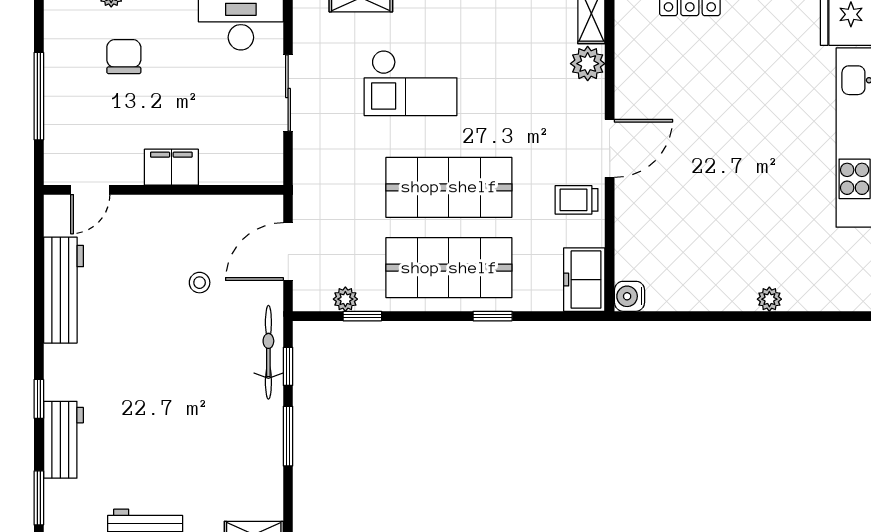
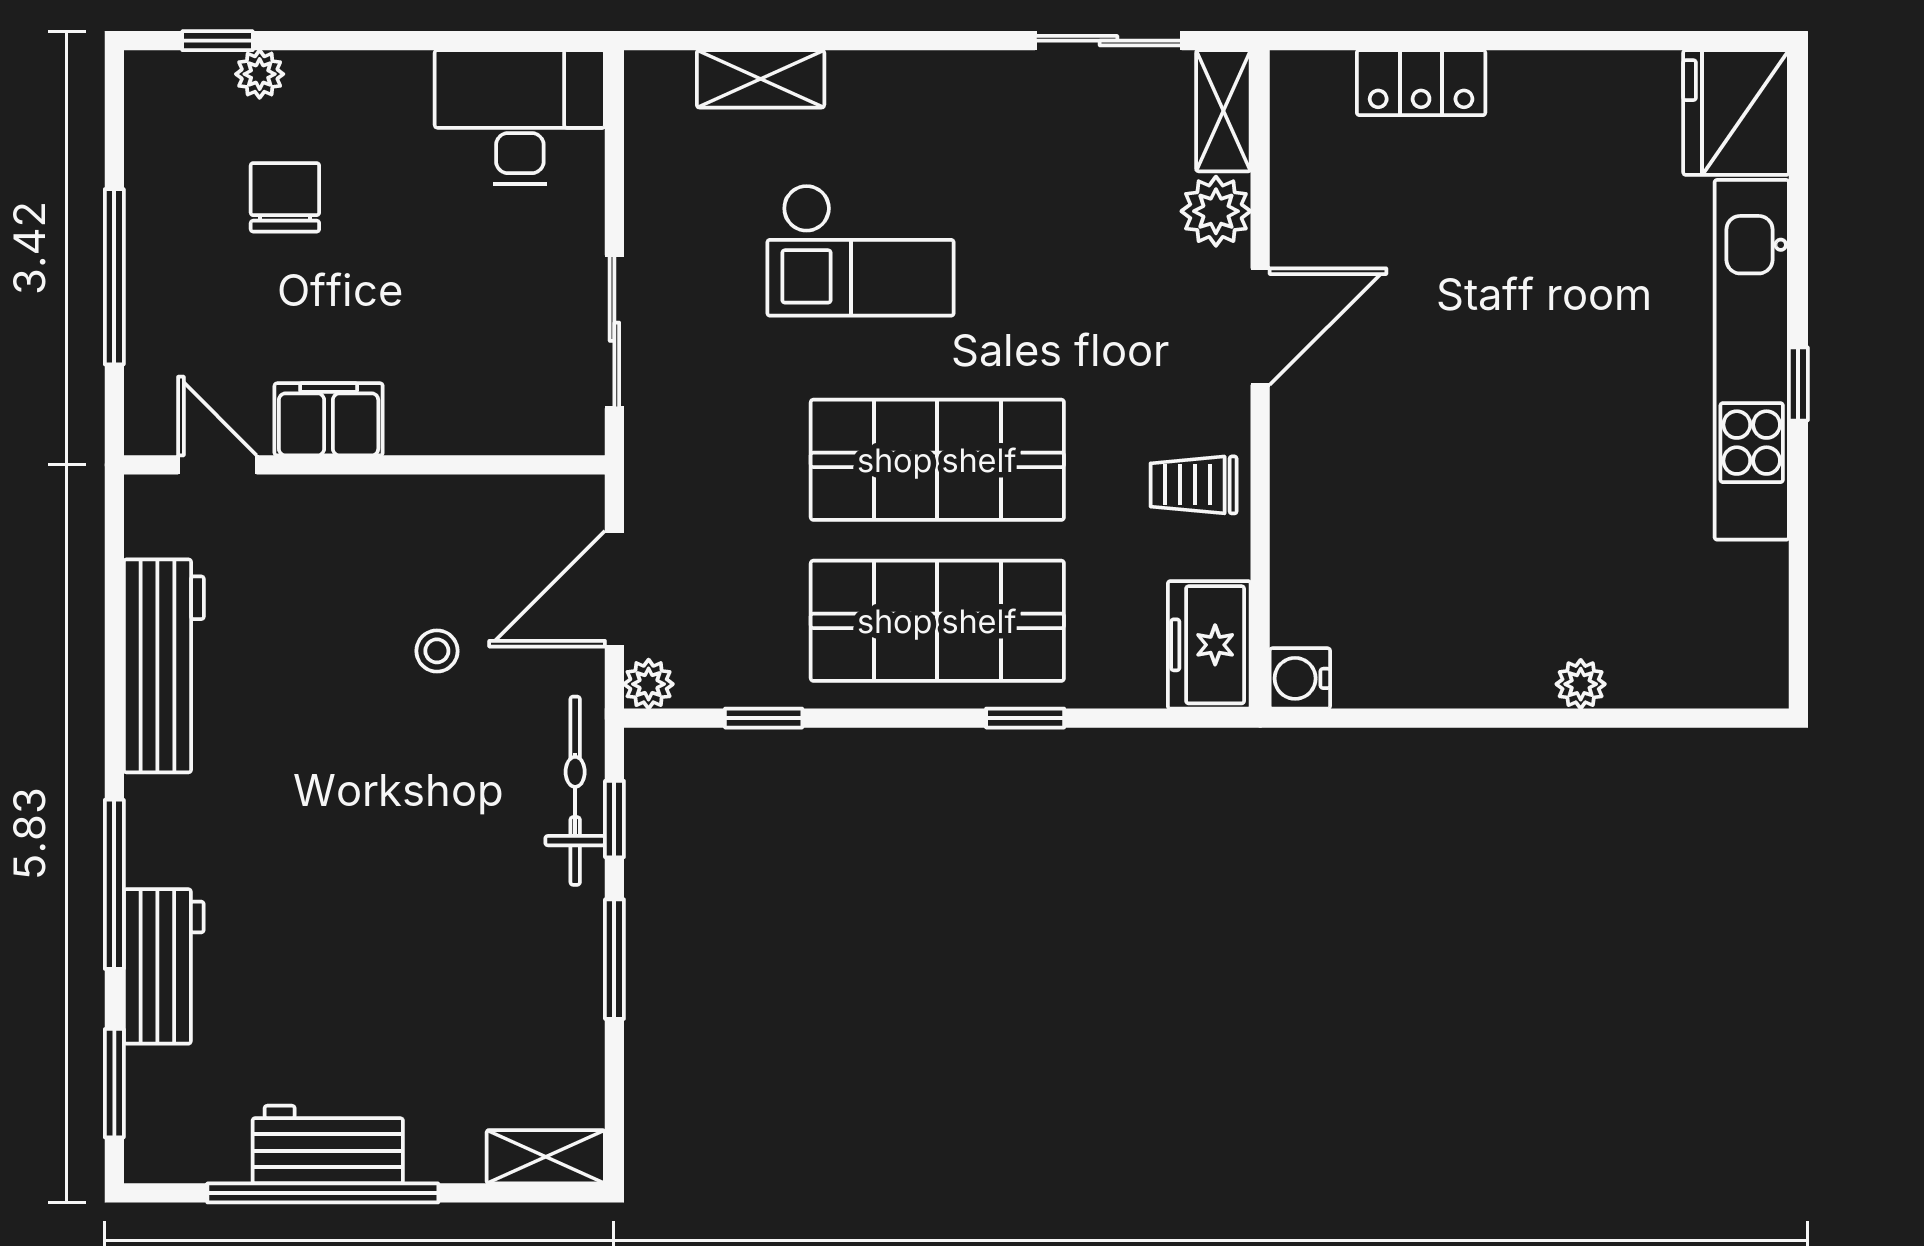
sliding door: (288, 93) -> (614, 332), moved
door: (610, 148) -> (1260, 327), moved
filing cabinet: (171, 167) -> (329, 419), moved
door: (90, 190) -> (217, 465), swing flipped
plant: (345, 299) -> (649, 684), moved
window: (39, 399) -> (114, 884), width x2.17

